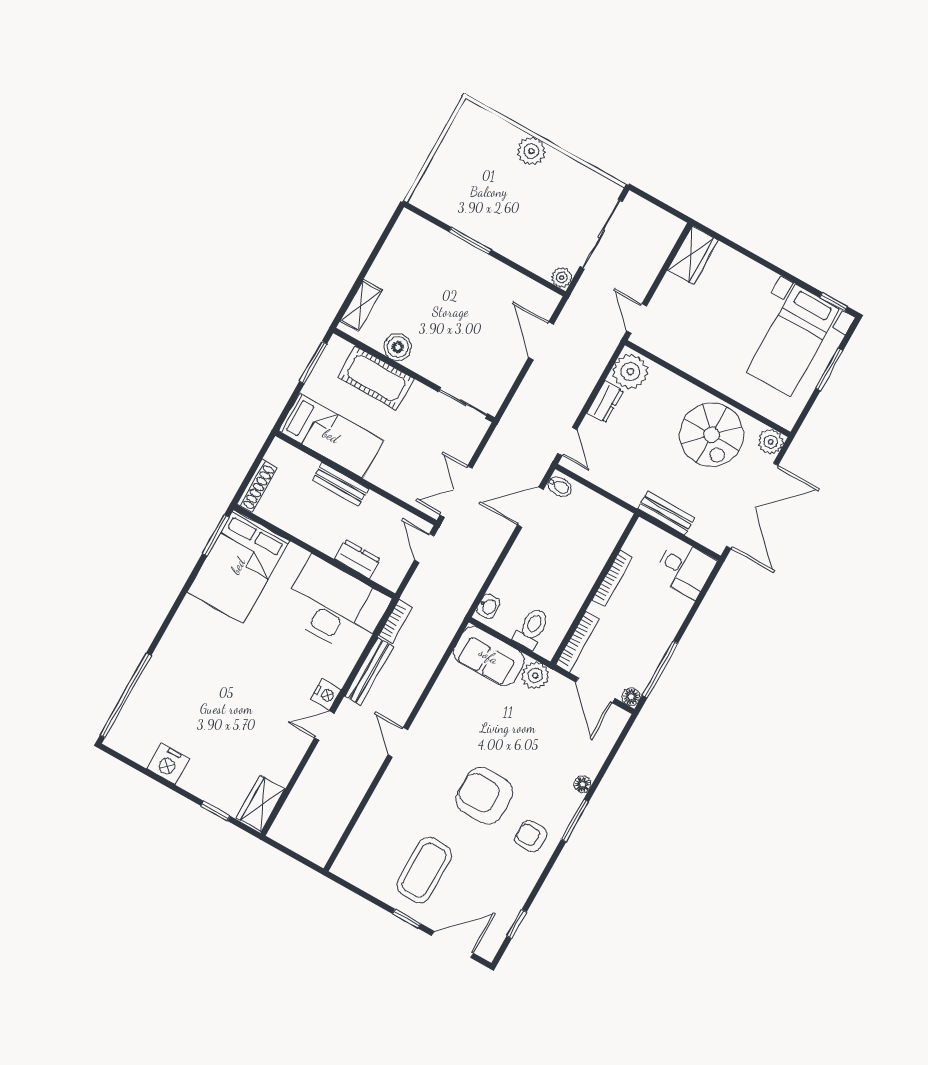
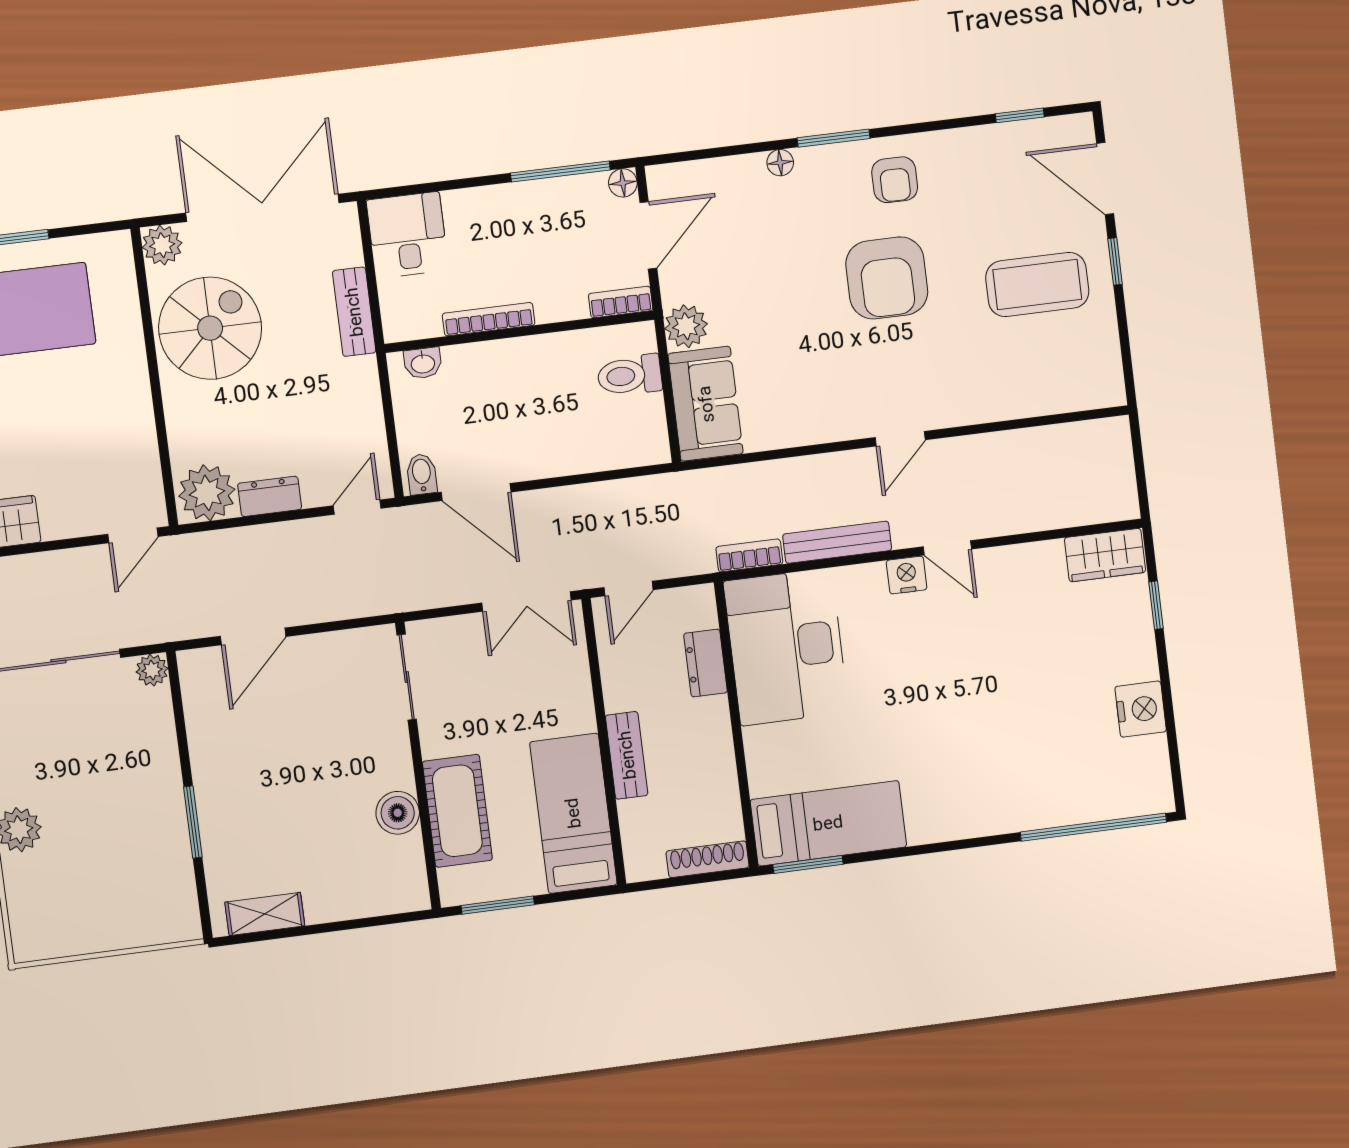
shelving: (361, 305) -> (265, 914), moved
bed: (238, 566) -> (828, 823), width x0.67
washbasin: (488, 606) -> (423, 363), moved, turned 180
bookcase: (577, 642) -> (621, 302), width x0.64

